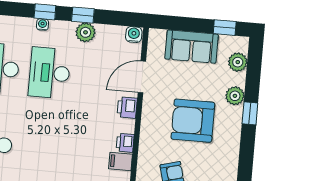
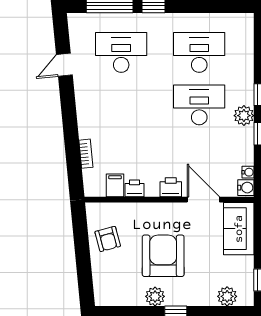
water cooler: (42, 25) -> (248, 172), moved
plant: (85, 32) -> (244, 116), moved
sofa: (192, 47) -> (239, 229), moved
plant: (235, 96) -> (155, 296), moved

